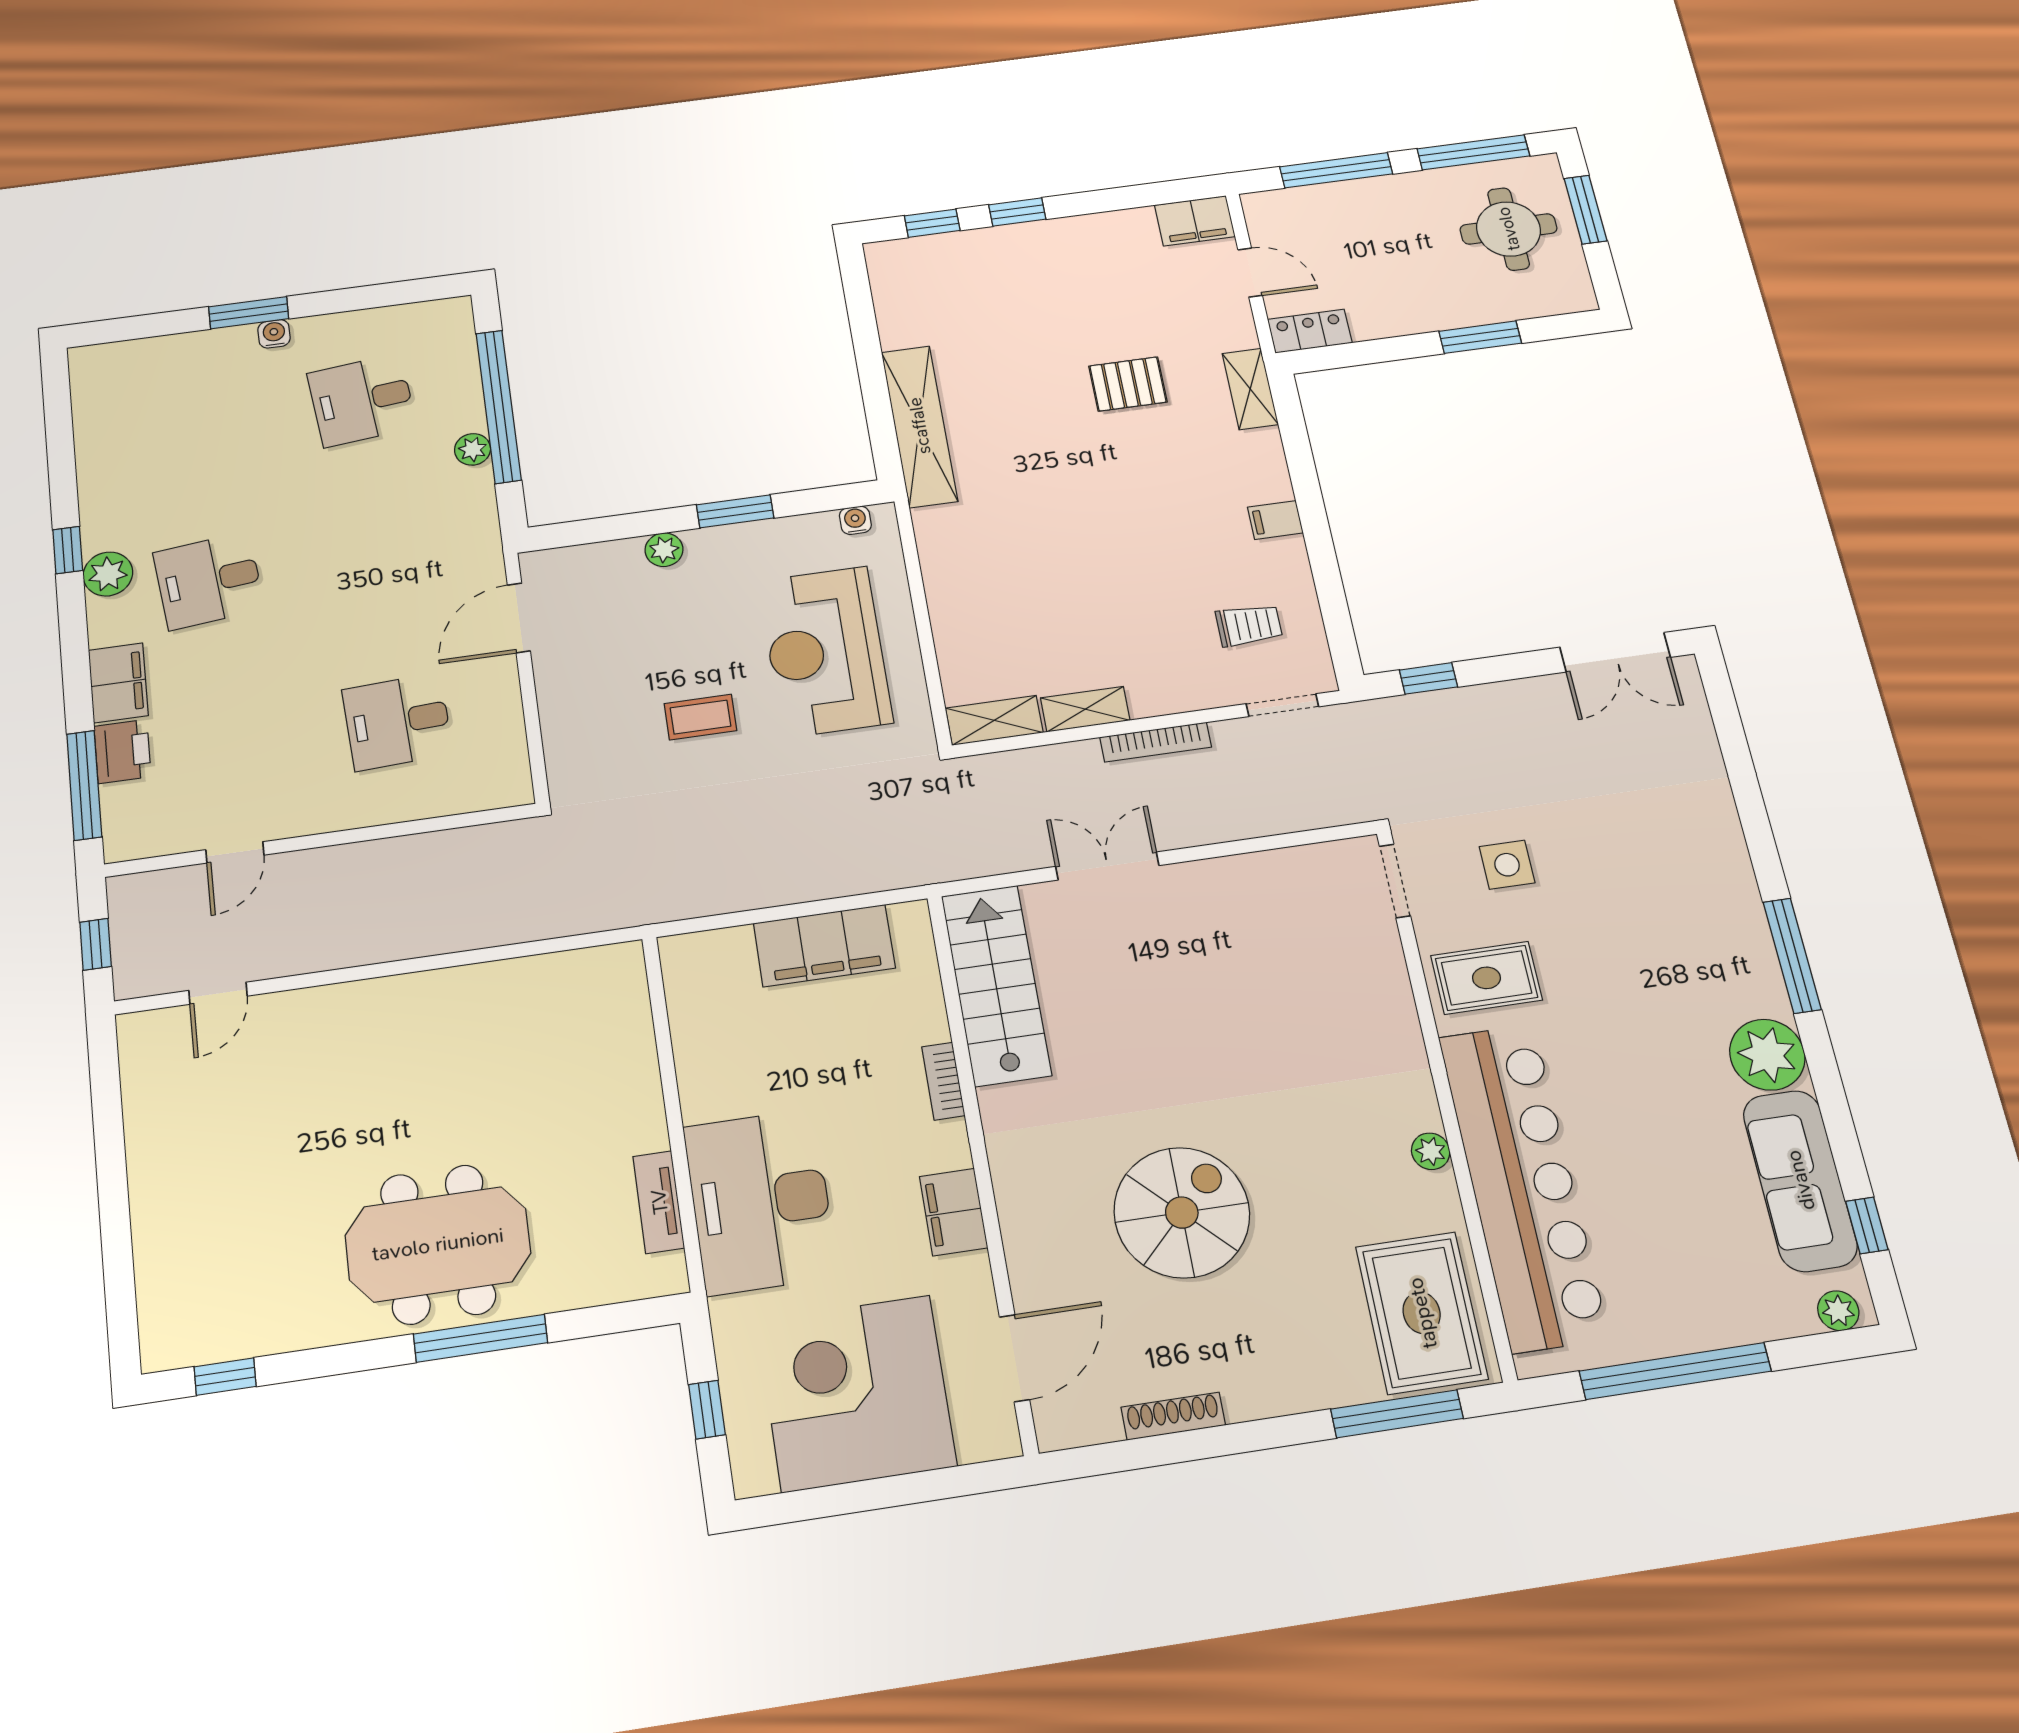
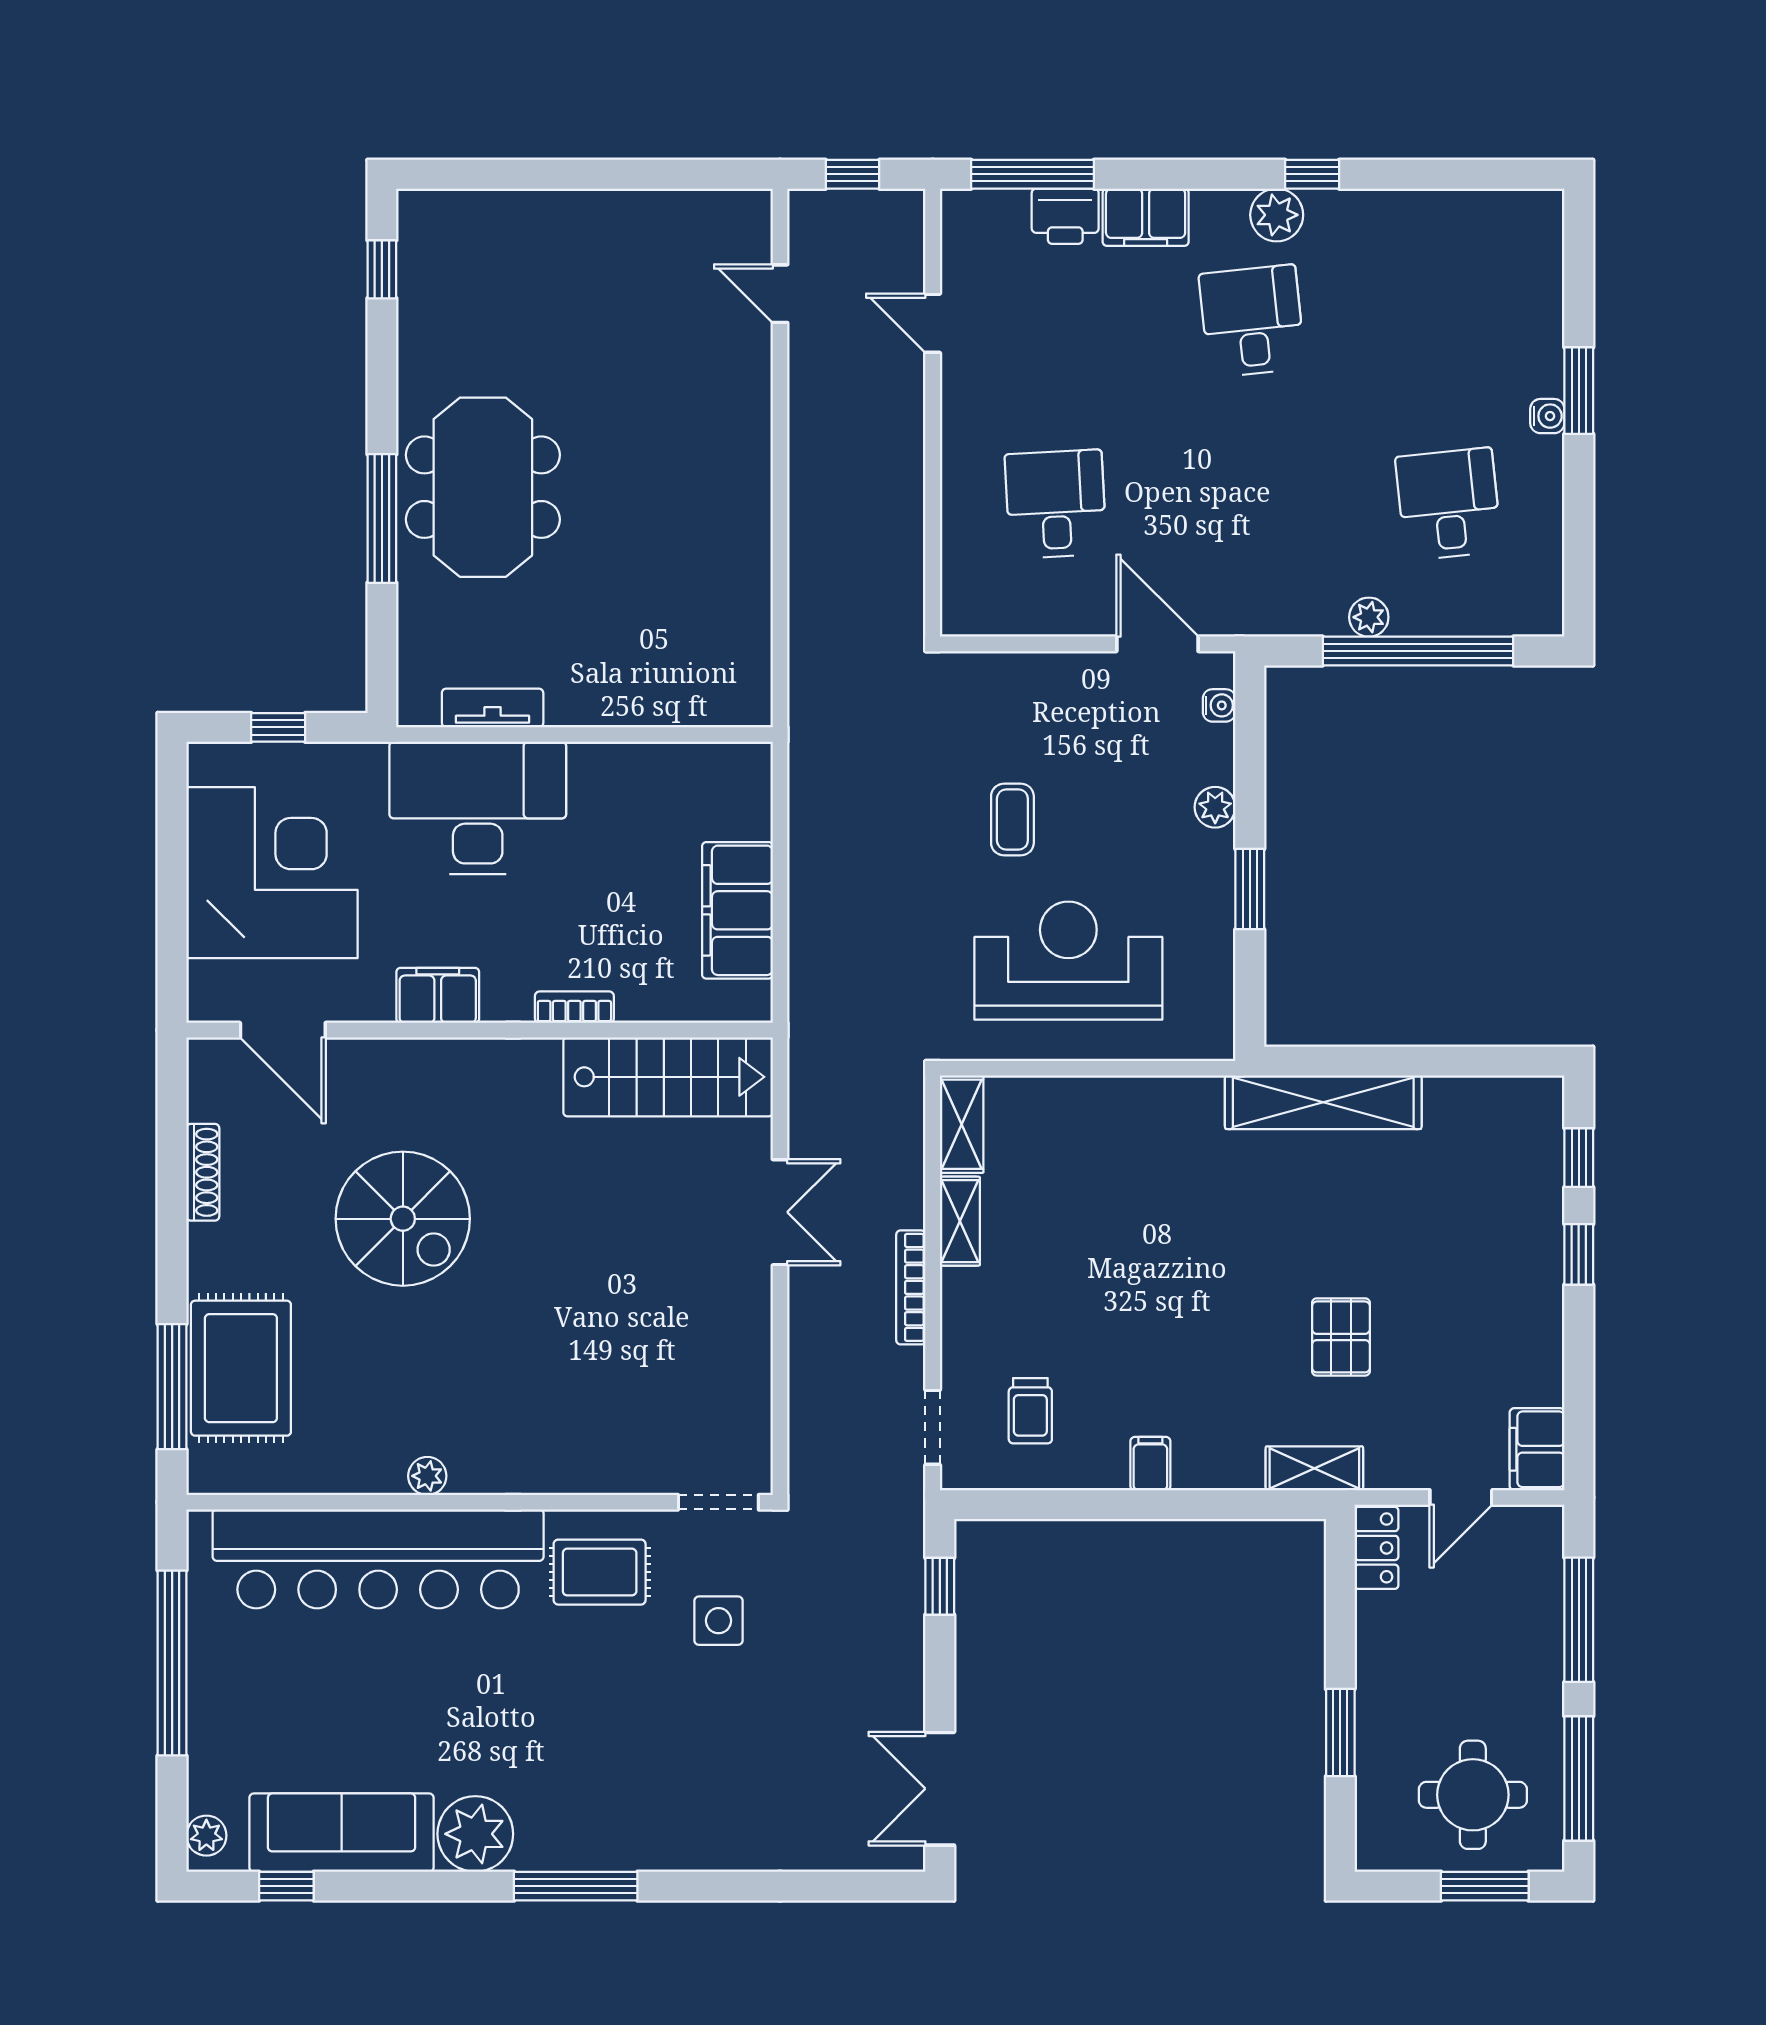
water cooler: (855, 520) -> (1219, 705), moved
rug: (1487, 978) -> (600, 1572), turned 90
rug: (1422, 1313) -> (241, 1368), moved, turned 90

